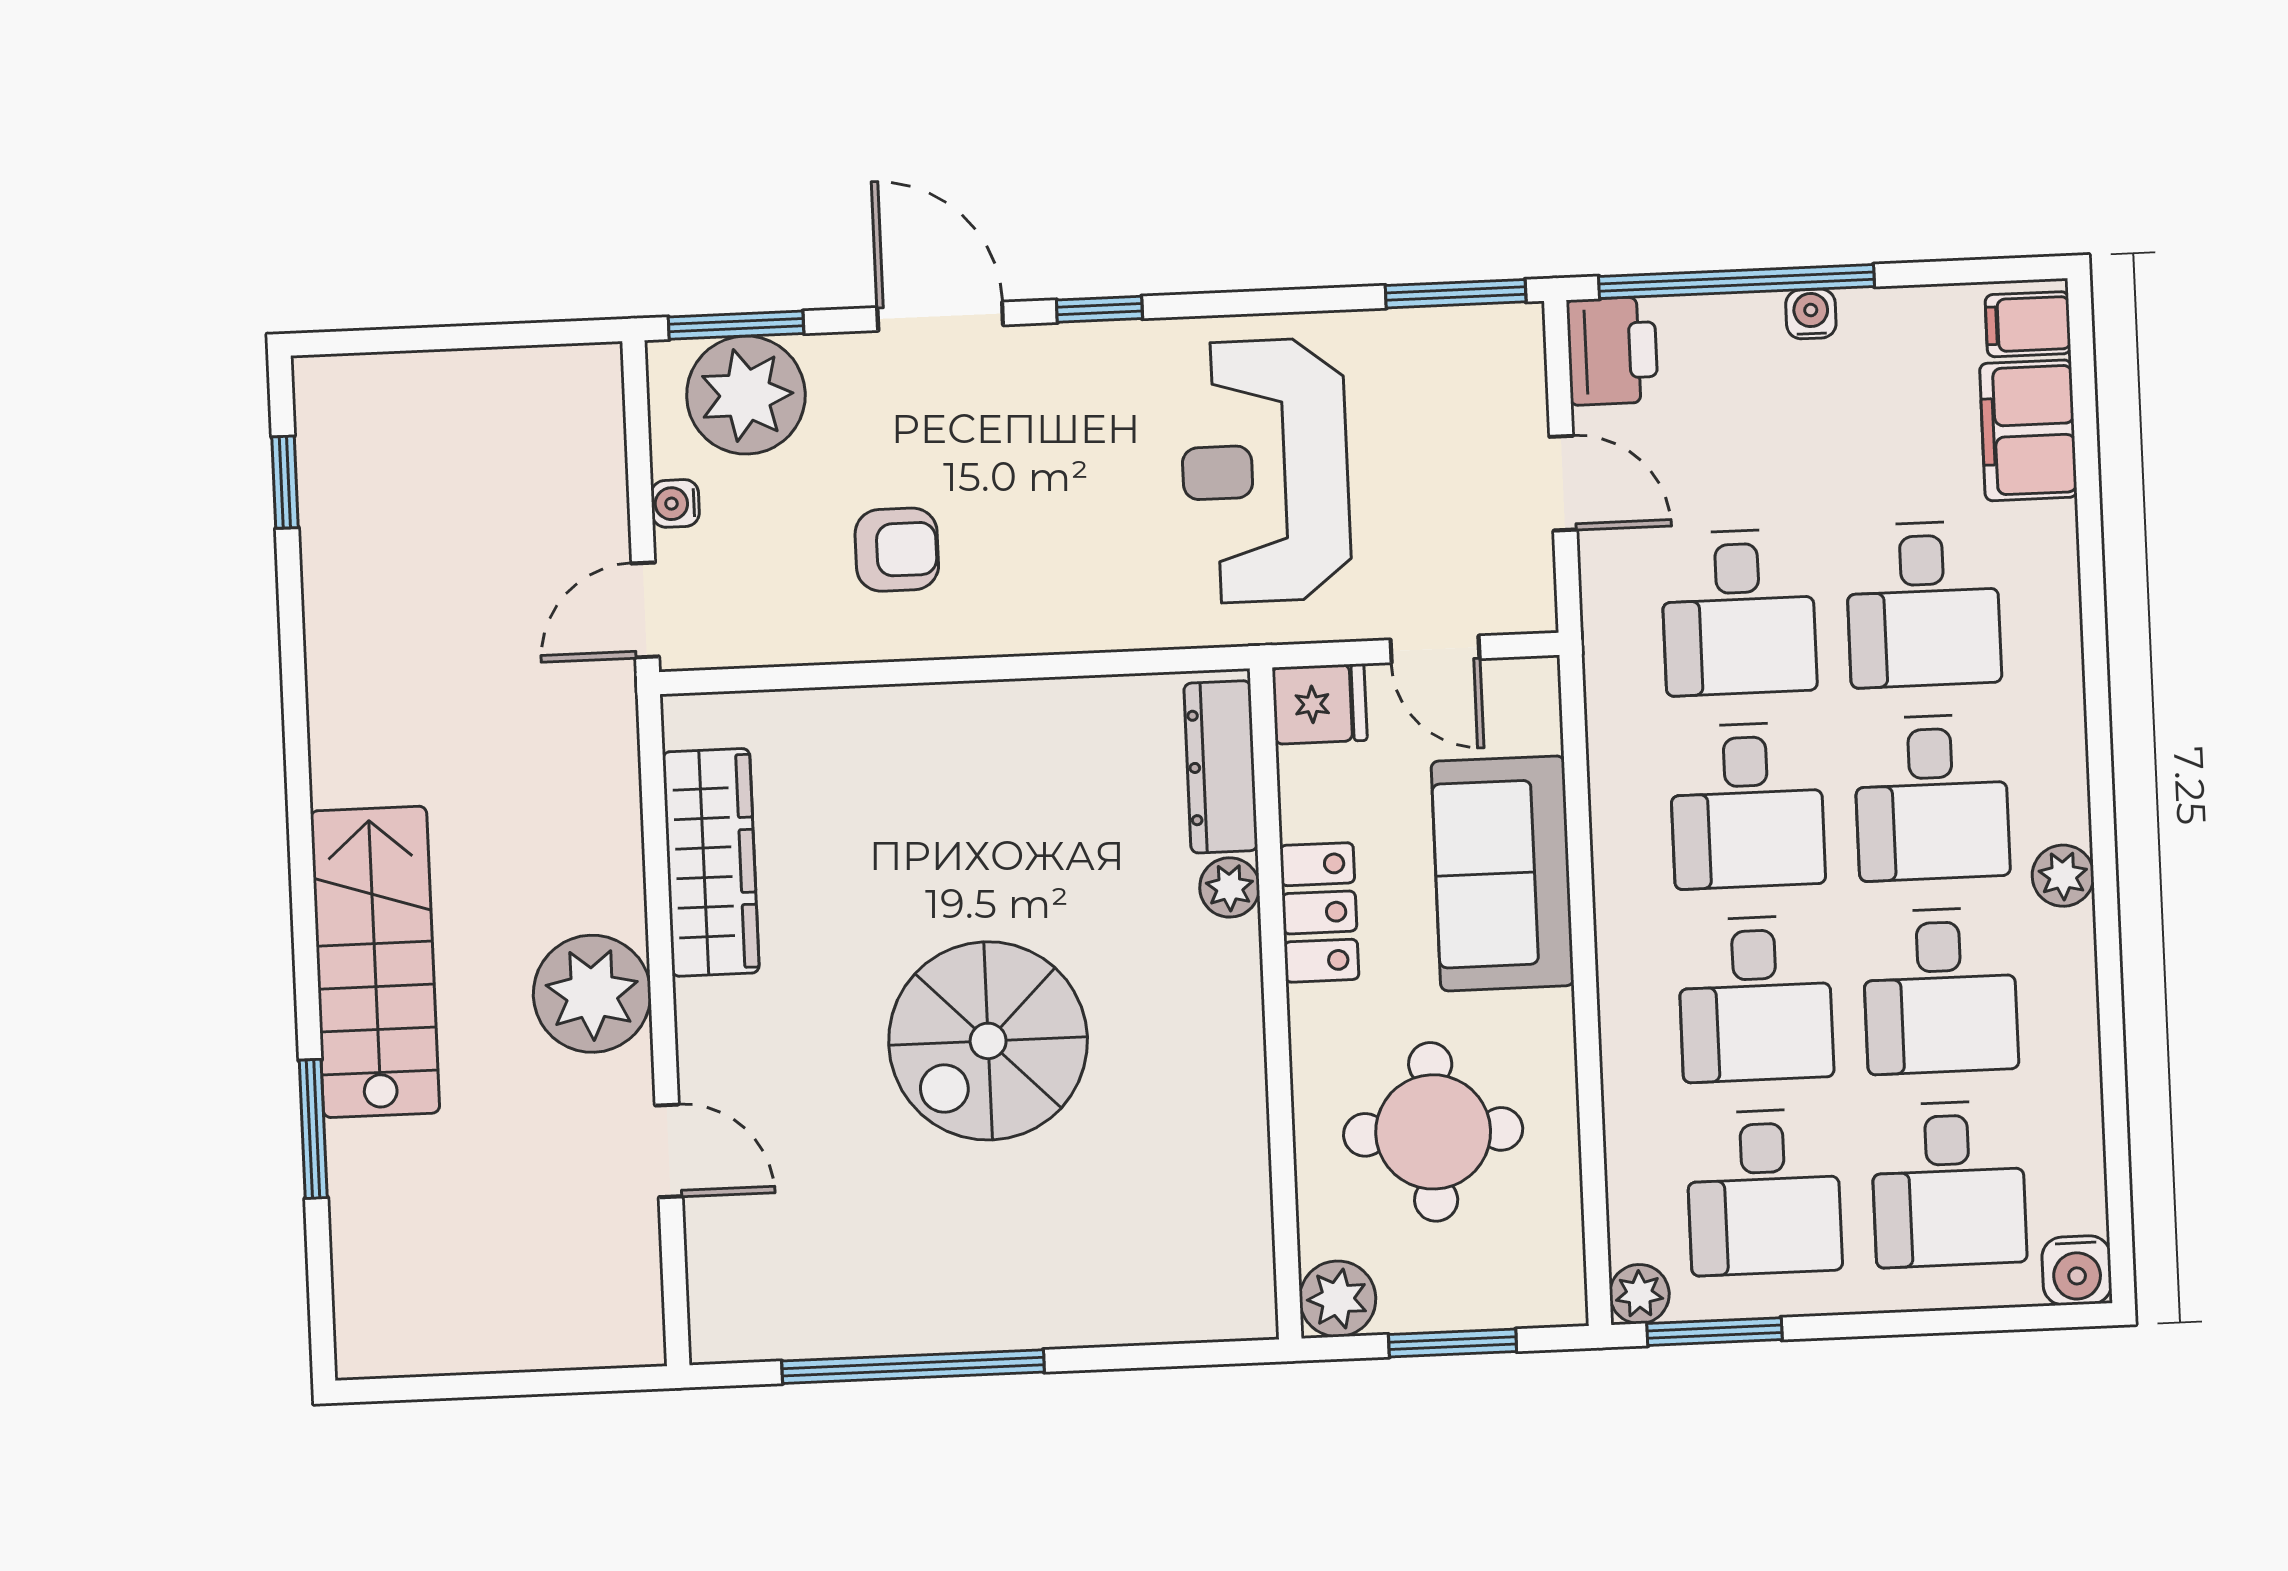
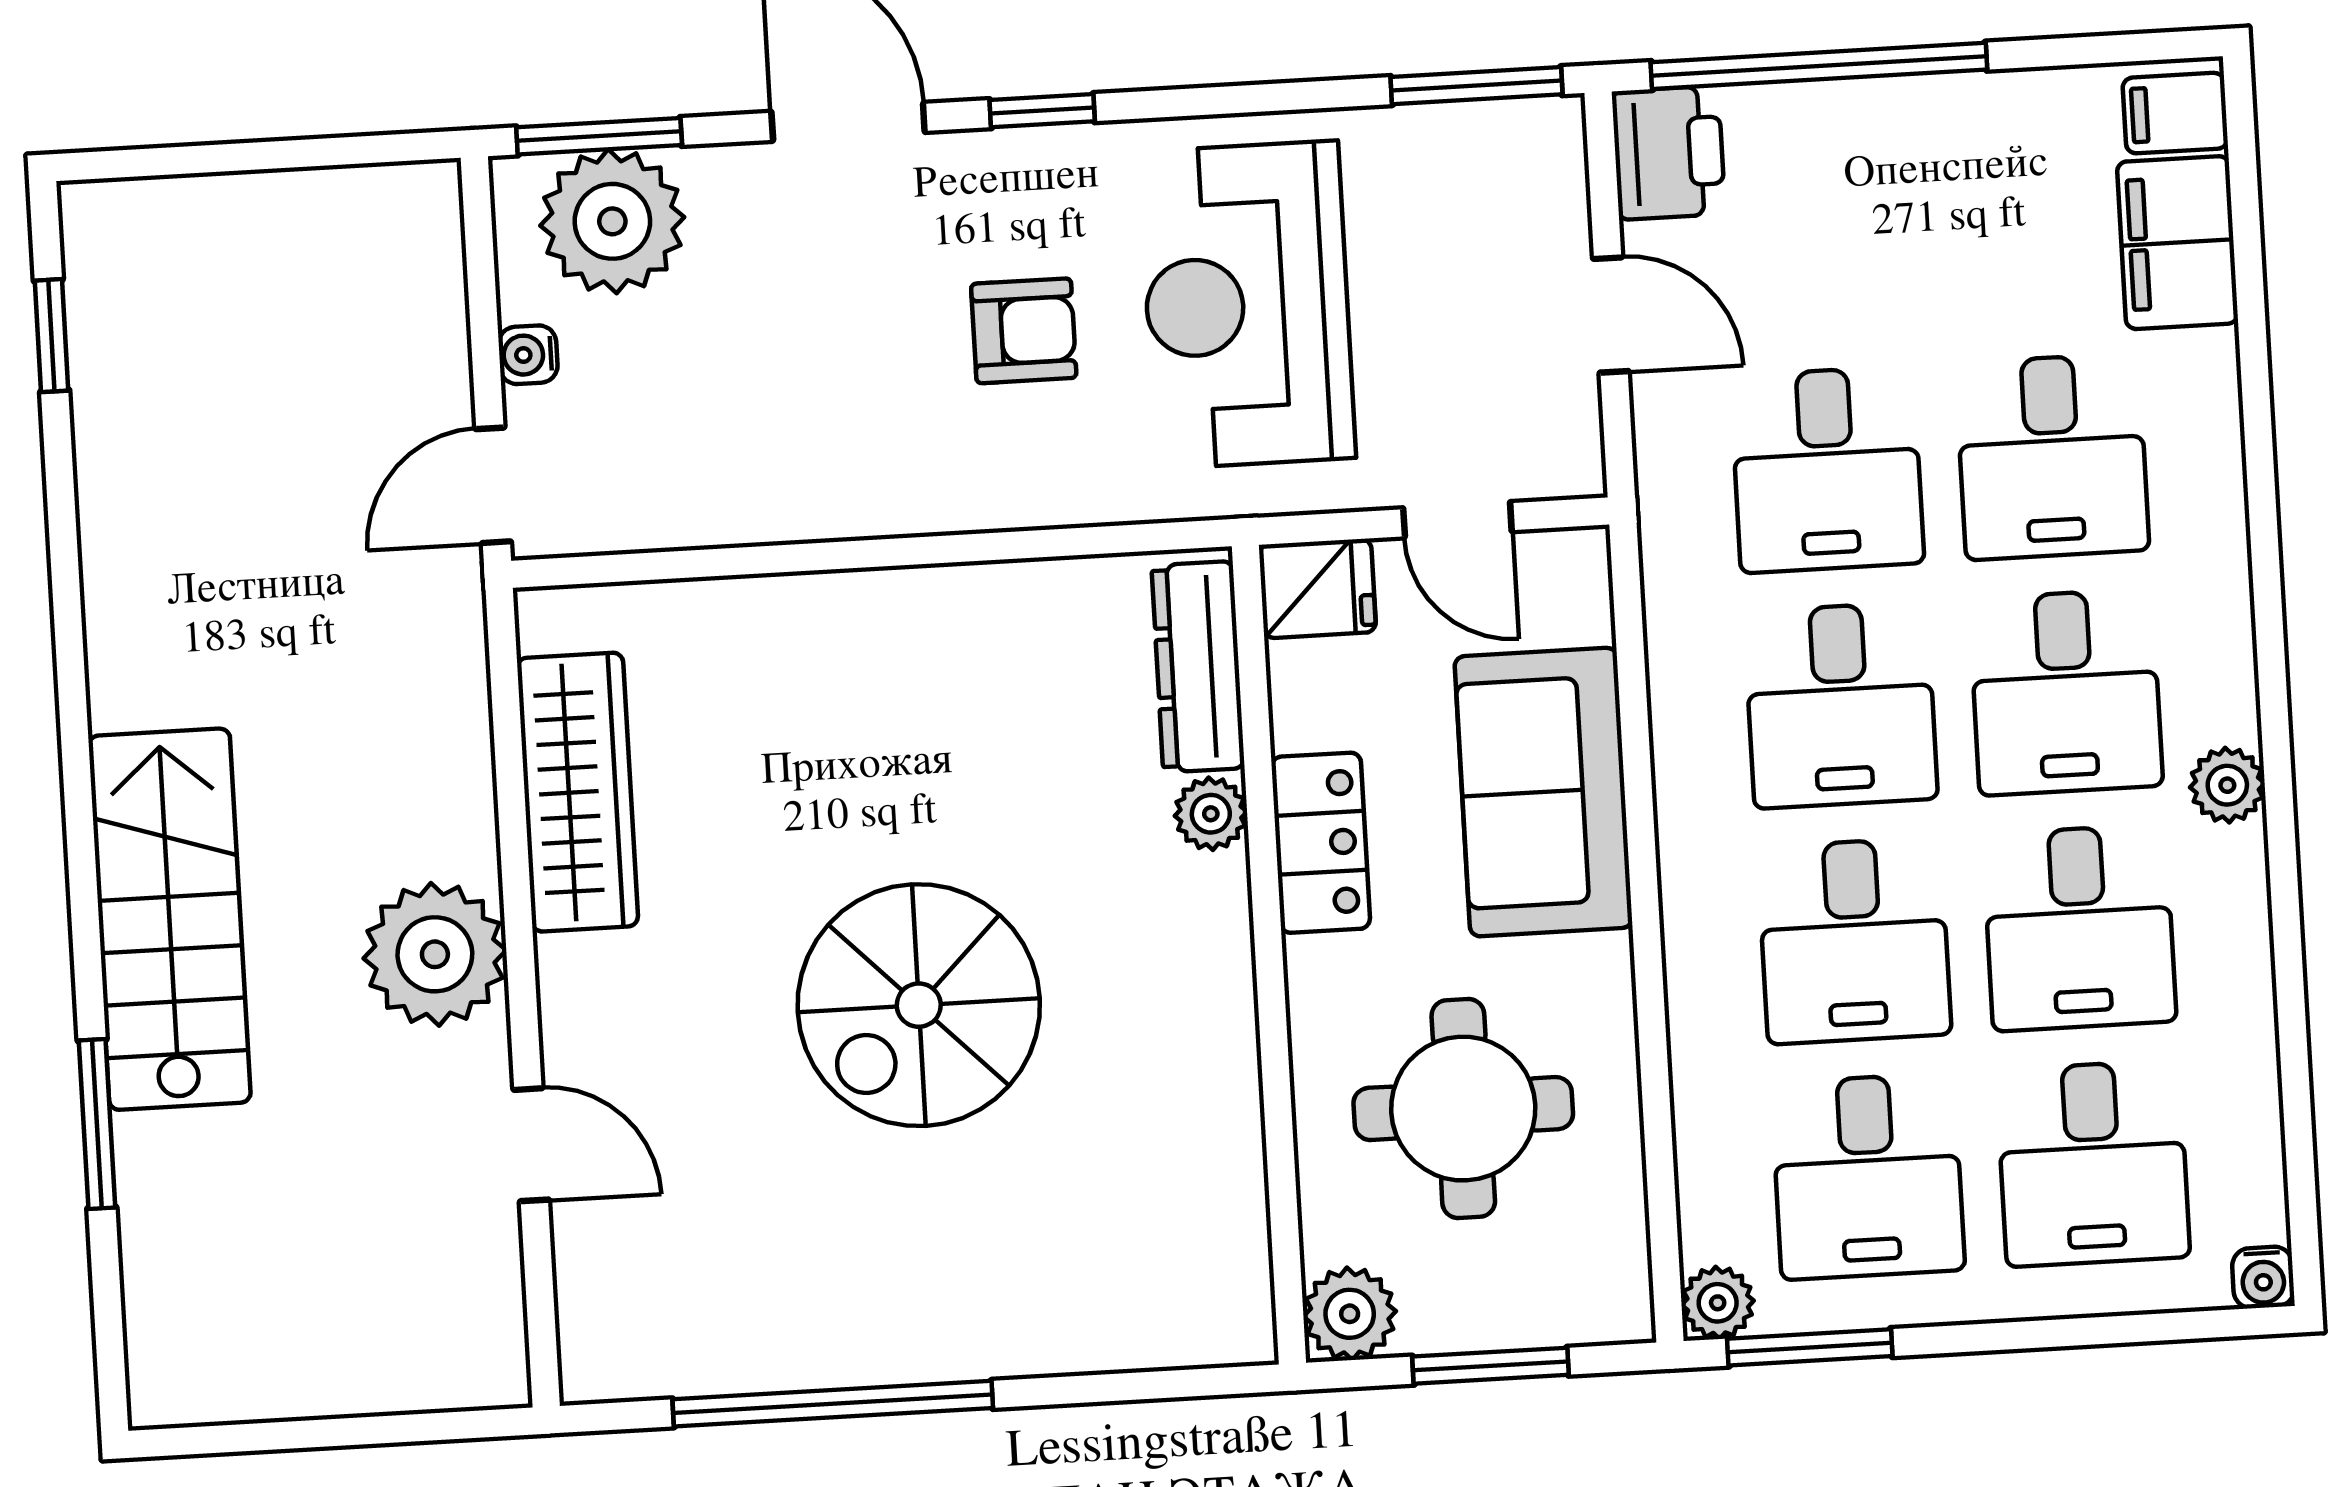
water cooler: (1811, 314) -> (1910, 104), removed
armchair: (897, 550) -> (1024, 331), moved
water cooler: (2077, 1270) -> (2263, 1277), width x0.72, depth x0.72

